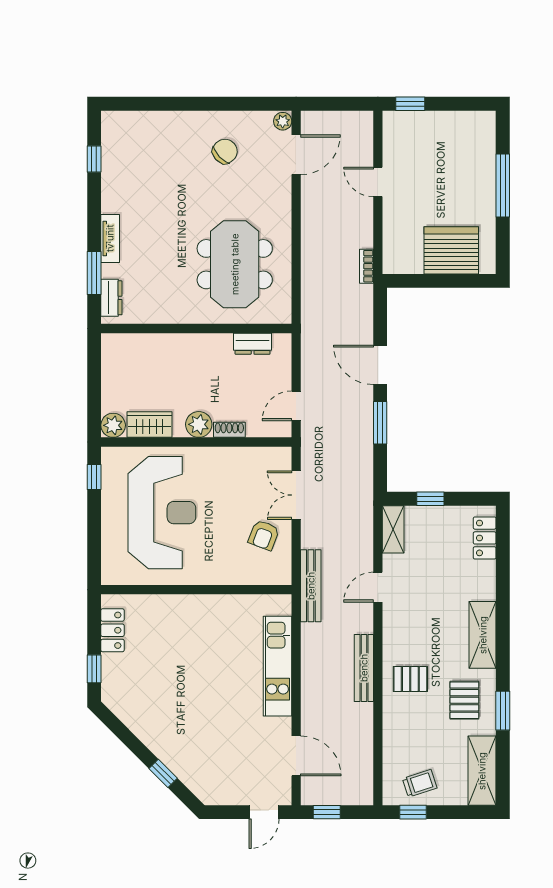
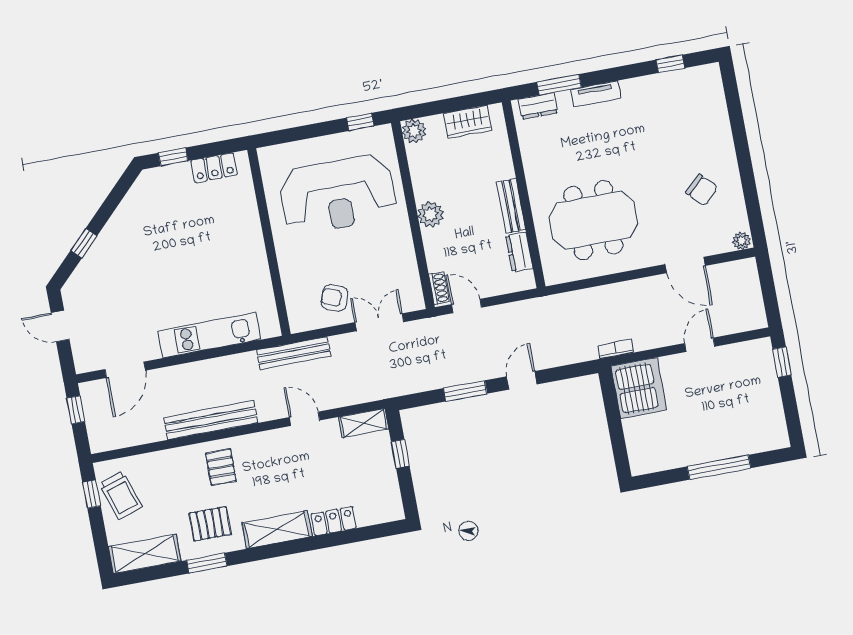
door: (296, 155) -> (685, 265), moved
server rack: (451, 250) -> (639, 388), moved
bench: (205, 343) -> (511, 206), added
door: (380, 365) -> (522, 380), width x0.73
wardrobe: (150, 425) -> (468, 122), moved, turned 90
shoe rack: (229, 430) -> (439, 288), moved
locker: (485, 538) -> (334, 521), moved
bench: (364, 668) -> (211, 420), width x1.37, depth x1.21
trolley: (420, 783) -> (121, 495), width x1.36, depth x1.39
door: (264, 812) -> (60, 326), moved

